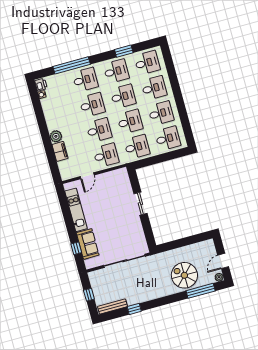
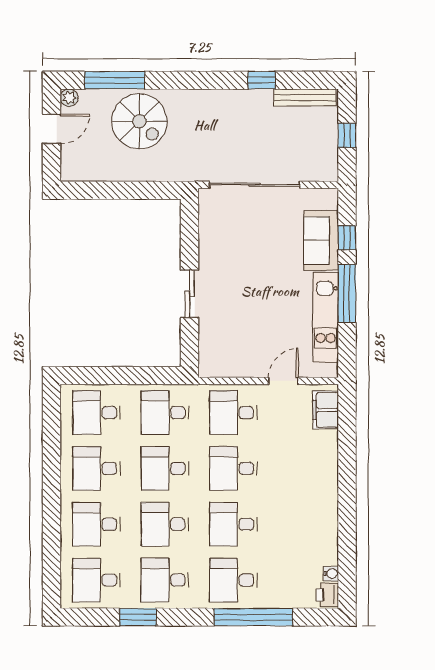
plant: (56, 136) -> (326, 480), removed
filing cabinet: (60, 151) -> (326, 410), moved
window: (69, 223) -> (347, 293), added

